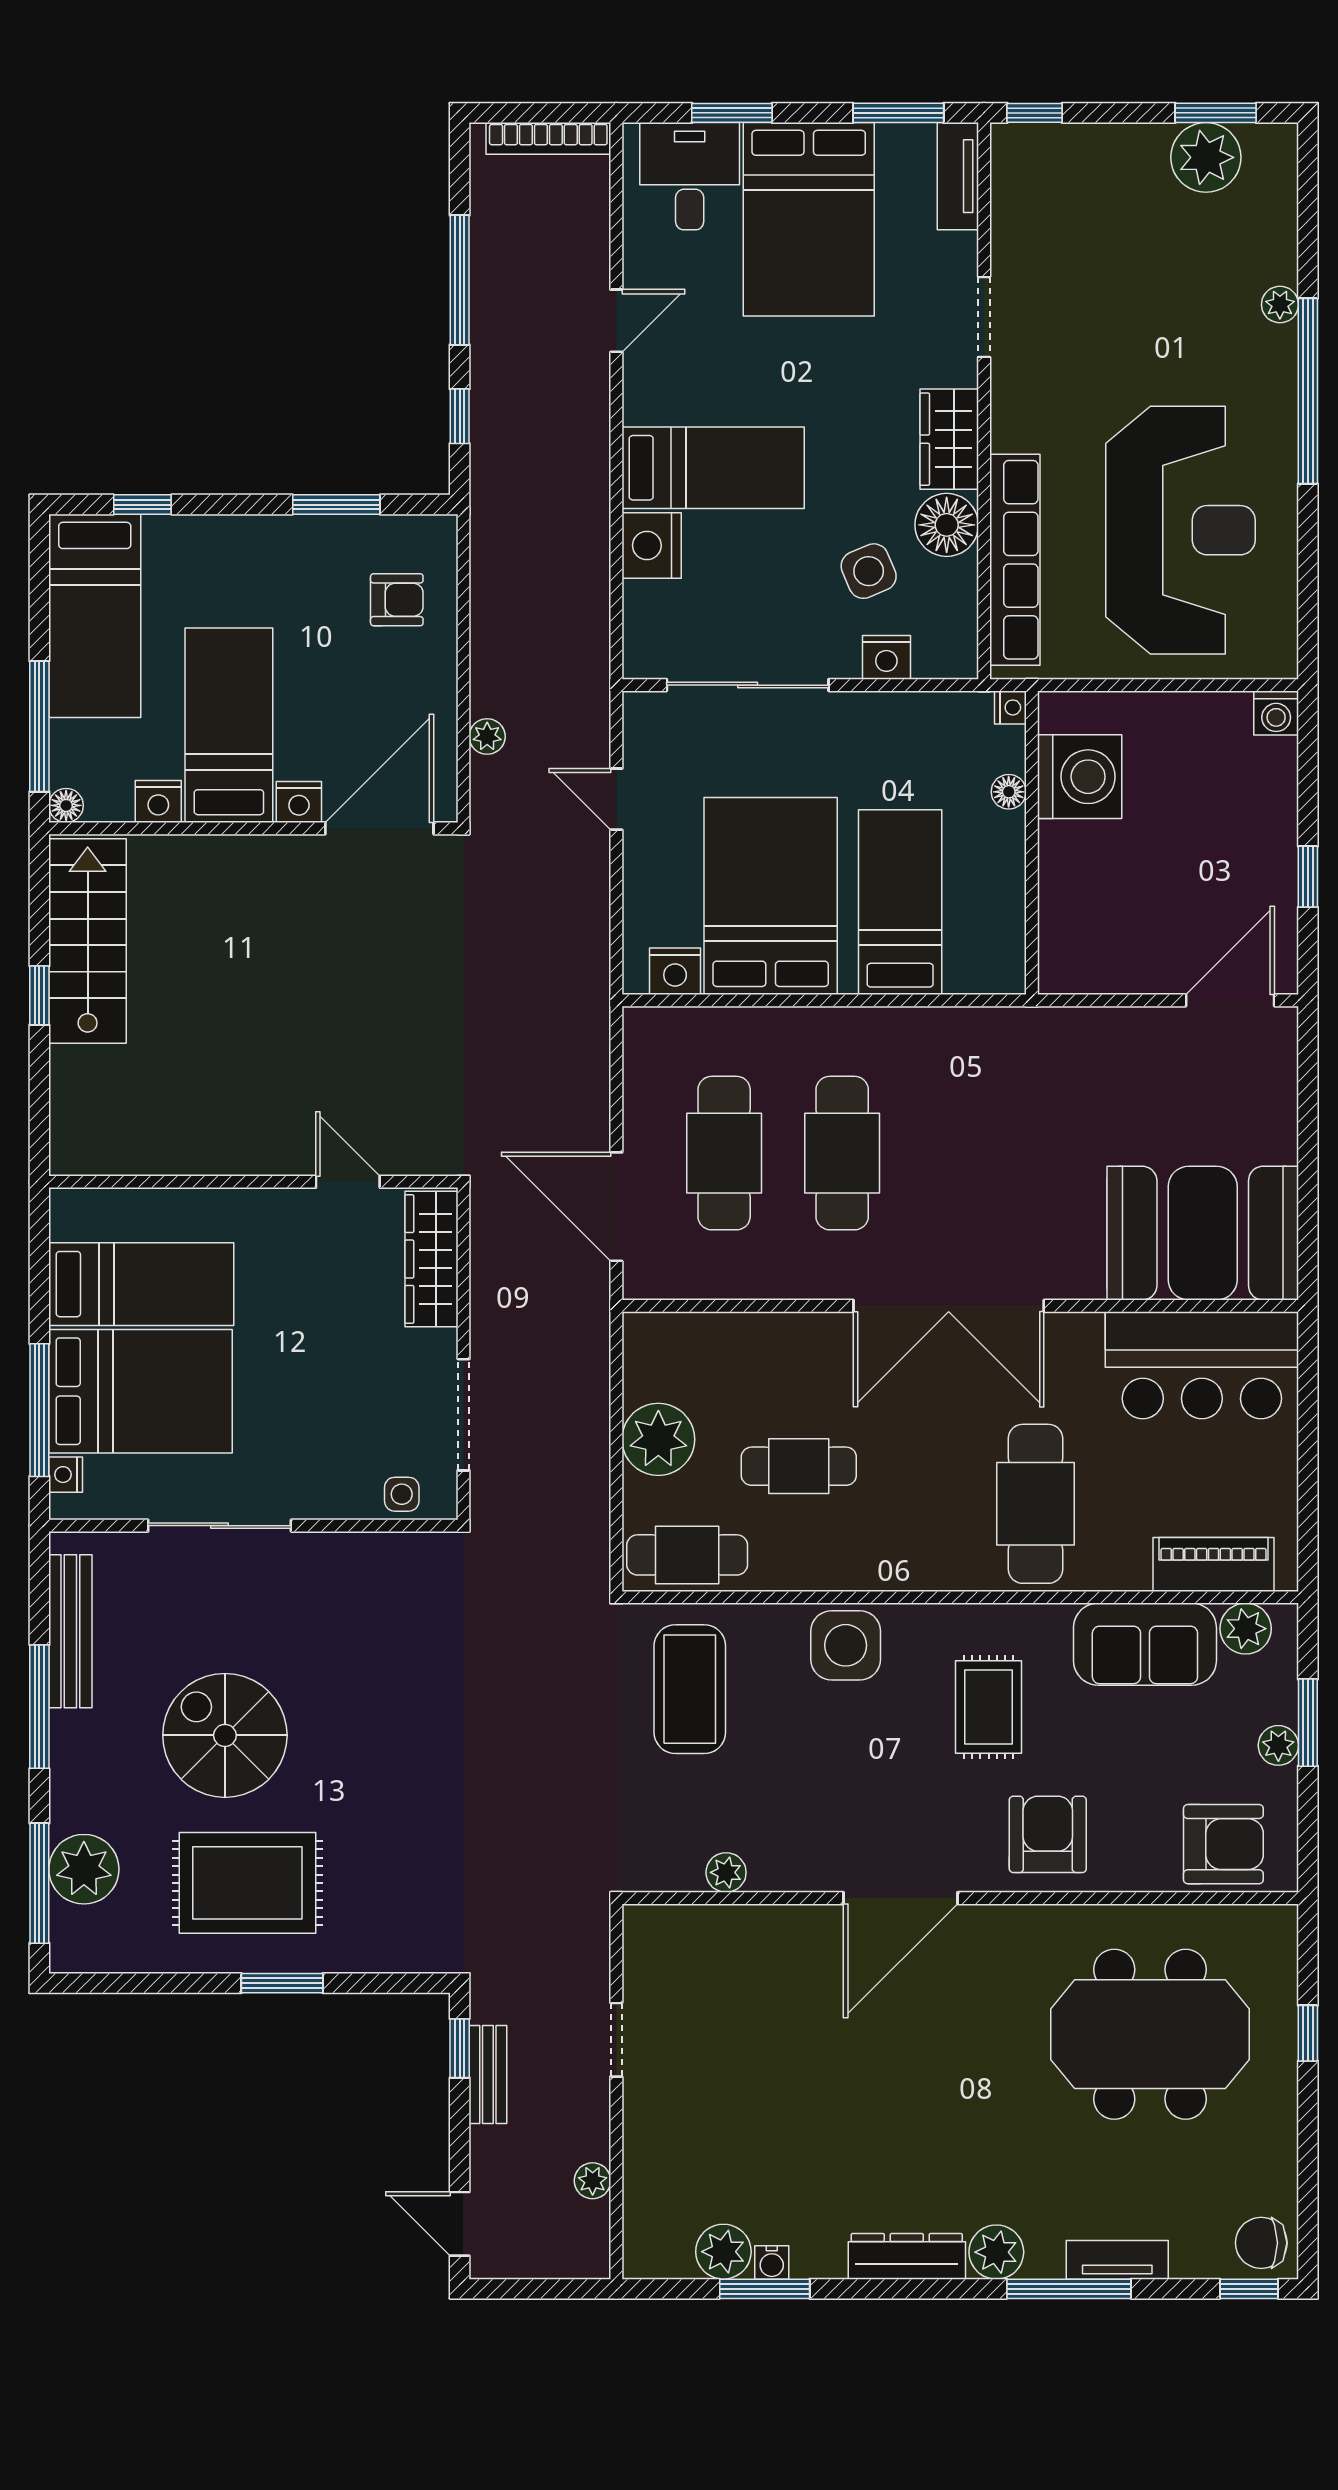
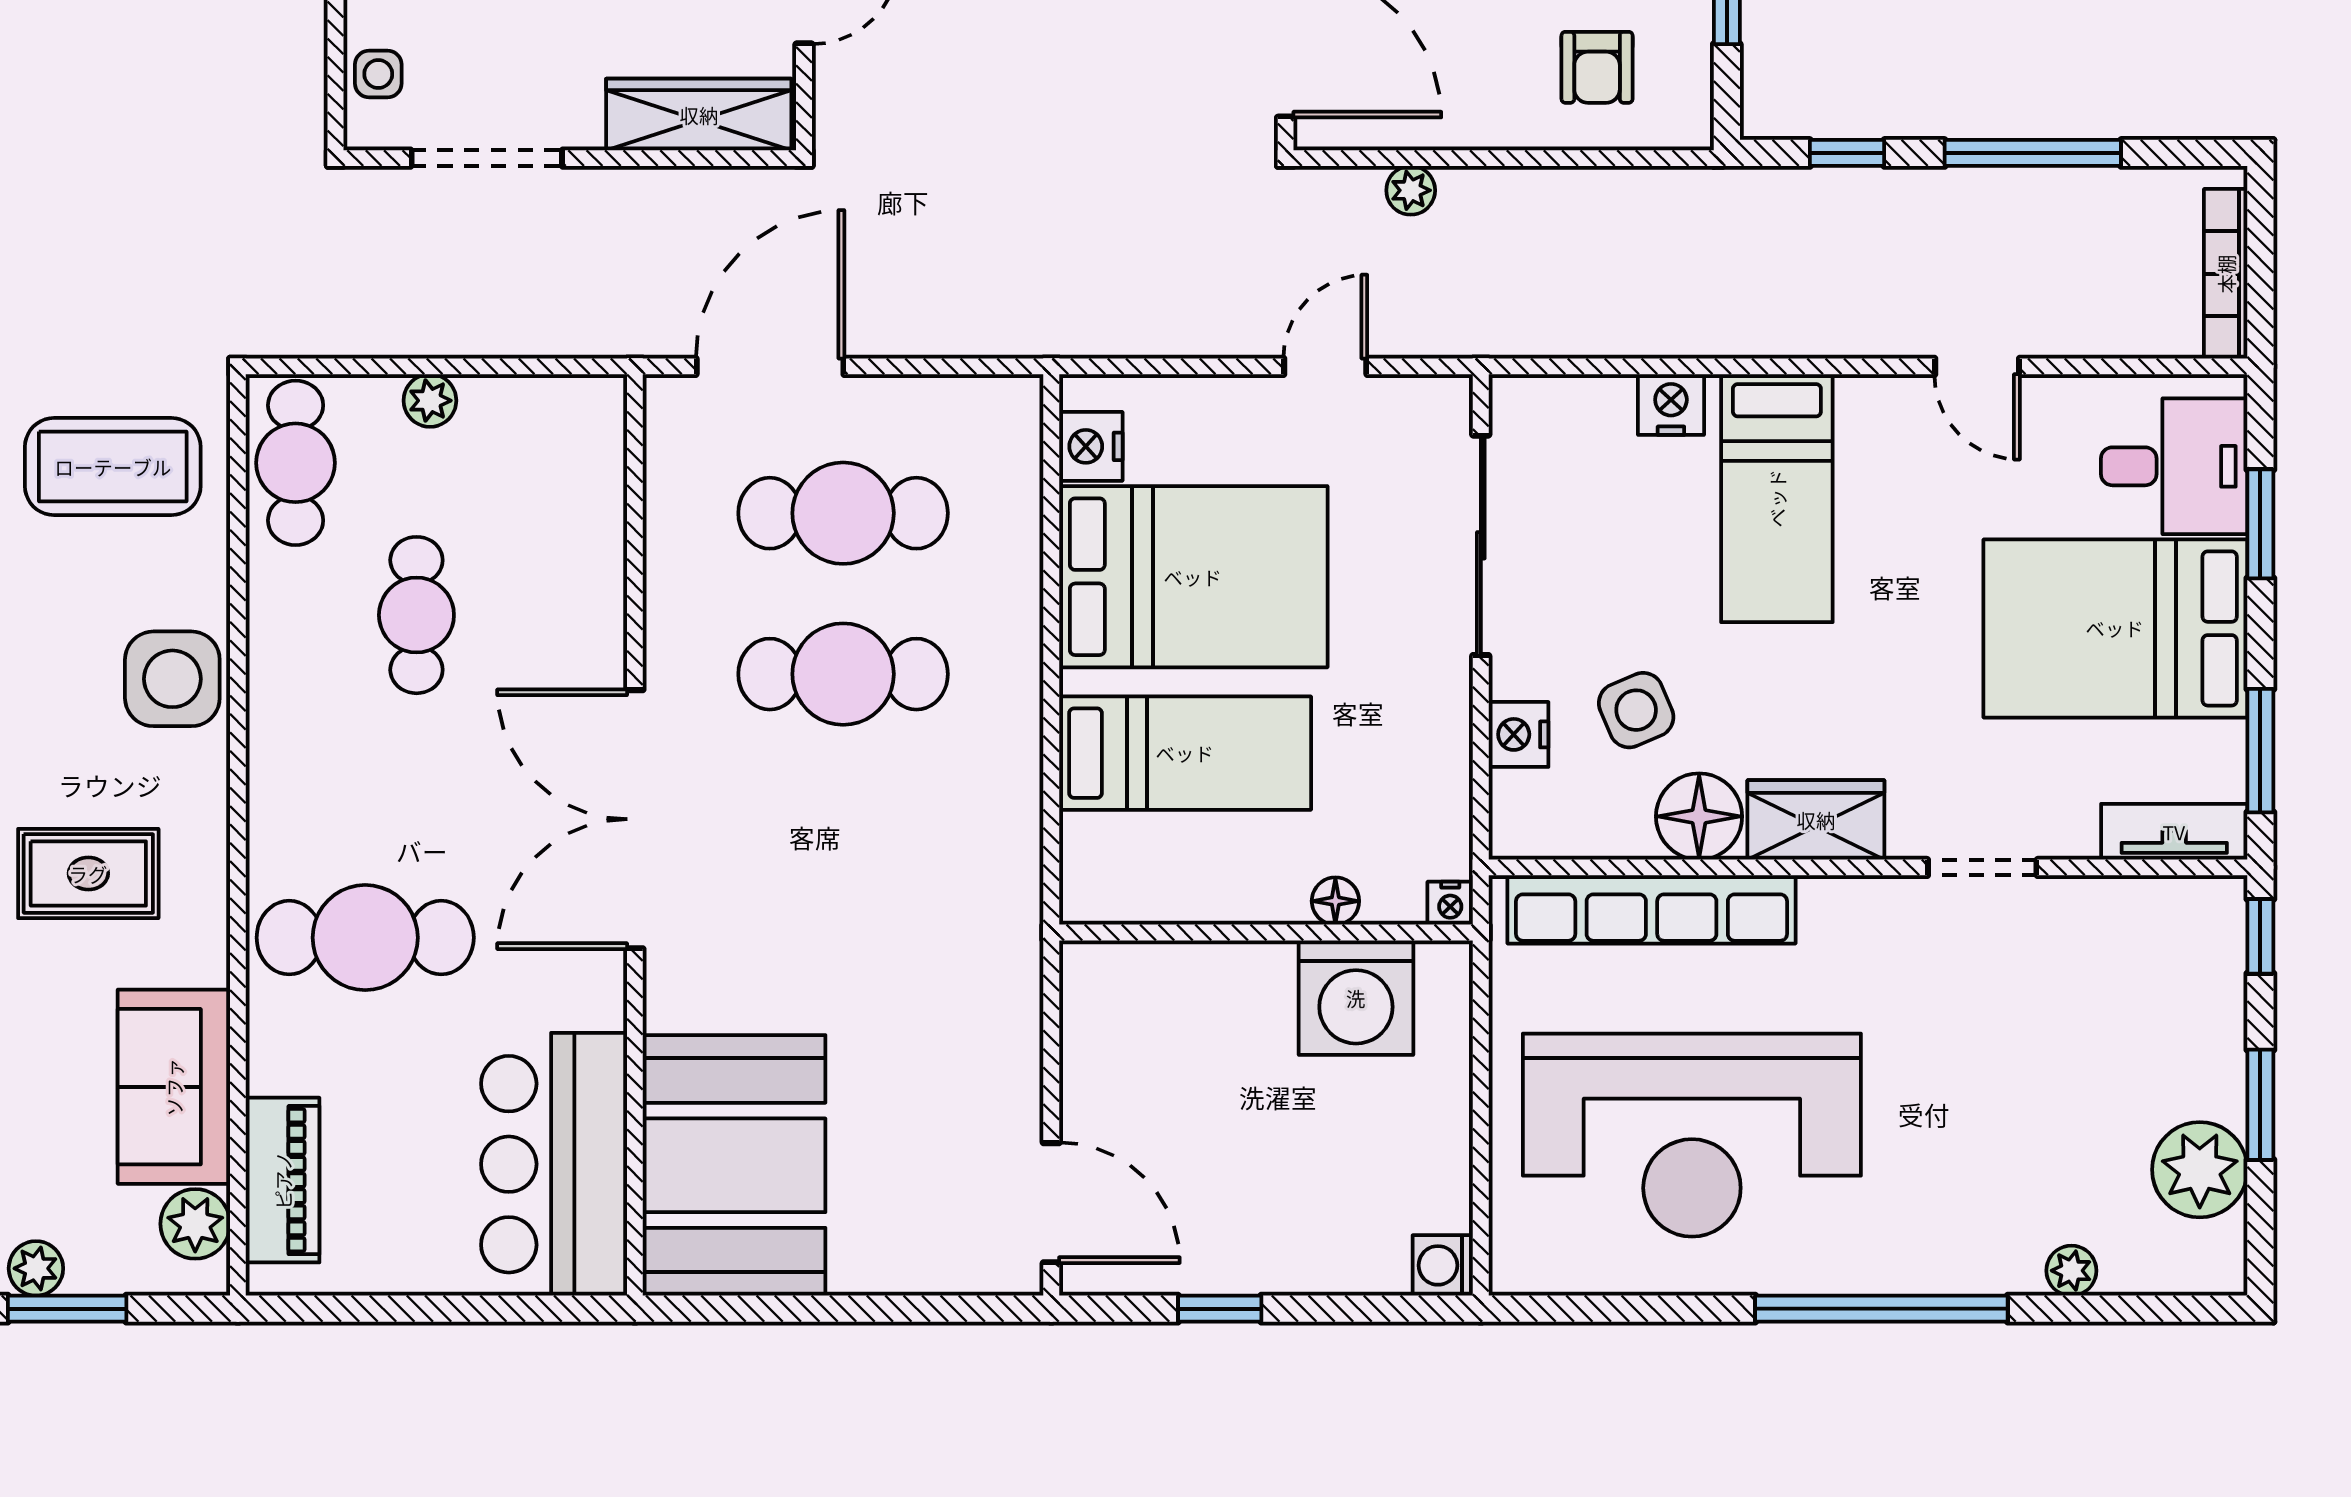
window: (1216, 113) -> (2260, 1105), moved
plant: (1280, 305) -> (2071, 1271), moved
nightstand: (652, 545) -> (1671, 405), width x0.74, depth x0.75
plant: (658, 1439) -> (430, 401), width x0.53, depth x0.53

